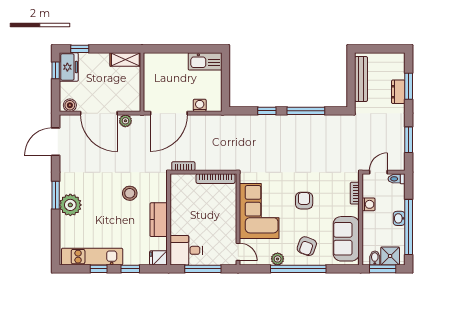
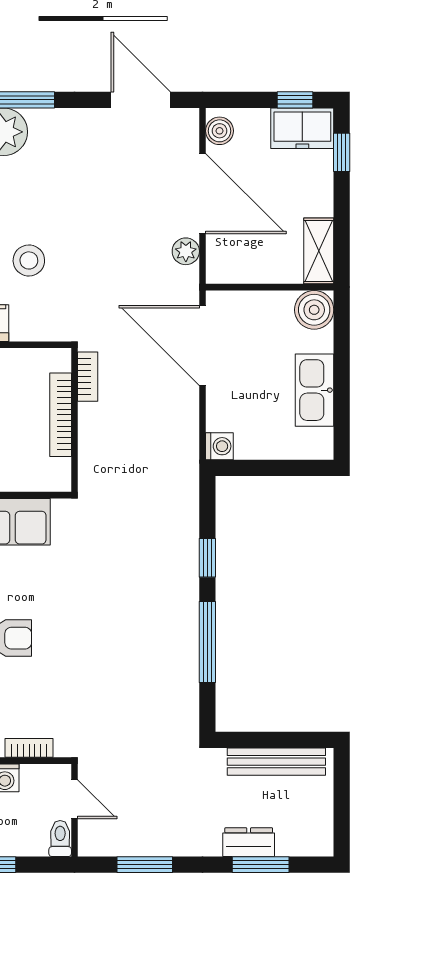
kitchen sink: (205, 61) -> (315, 390), moved
boiler: (152, 62) -> (314, 310), added
washing machine: (200, 105) -> (219, 446), moved
door: (99, 113) -> (202, 194), swing flipped
bookcase: (215, 179) -> (61, 415), moved

